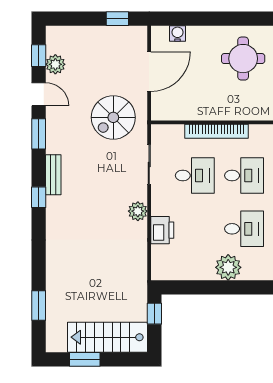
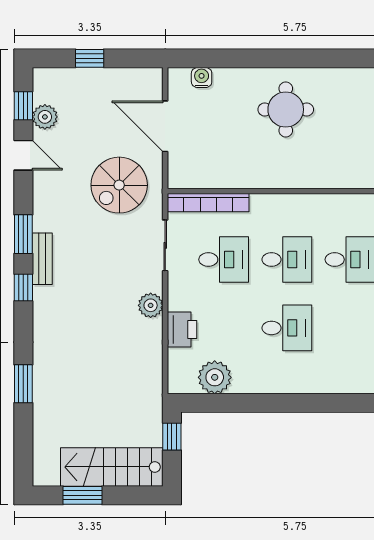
window: (117, 19) -> (90, 58), moved
door: (149, 72) -> (165, 126), swing flipped
bookcase: (216, 131) -> (208, 203), moved
window: (39, 134) -> (23, 234), moved
plant: (228, 267) -> (215, 377), moved
window: (39, 306) -> (23, 384), moved

